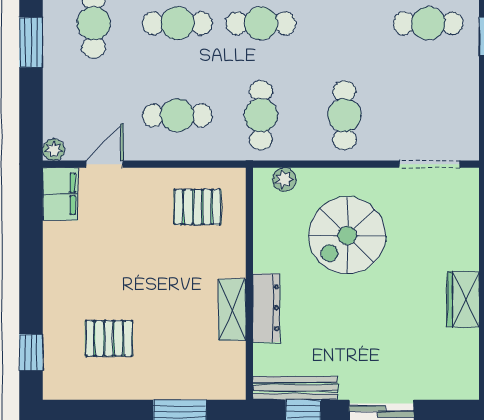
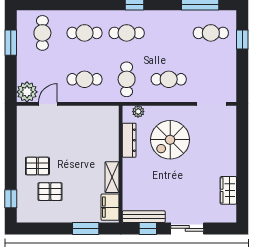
cafe table: (345, 115) -> (169, 79), turned 90
plant: (54, 150) -> (27, 92), width x1.87, depth x1.87
filing cabinet: (60, 194) -> (110, 207), moved, turned 180
pallet: (198, 207) -> (37, 166), moved
wardrobe: (463, 299) -> (228, 190), moved
dresser: (266, 308) -> (129, 140), moved

